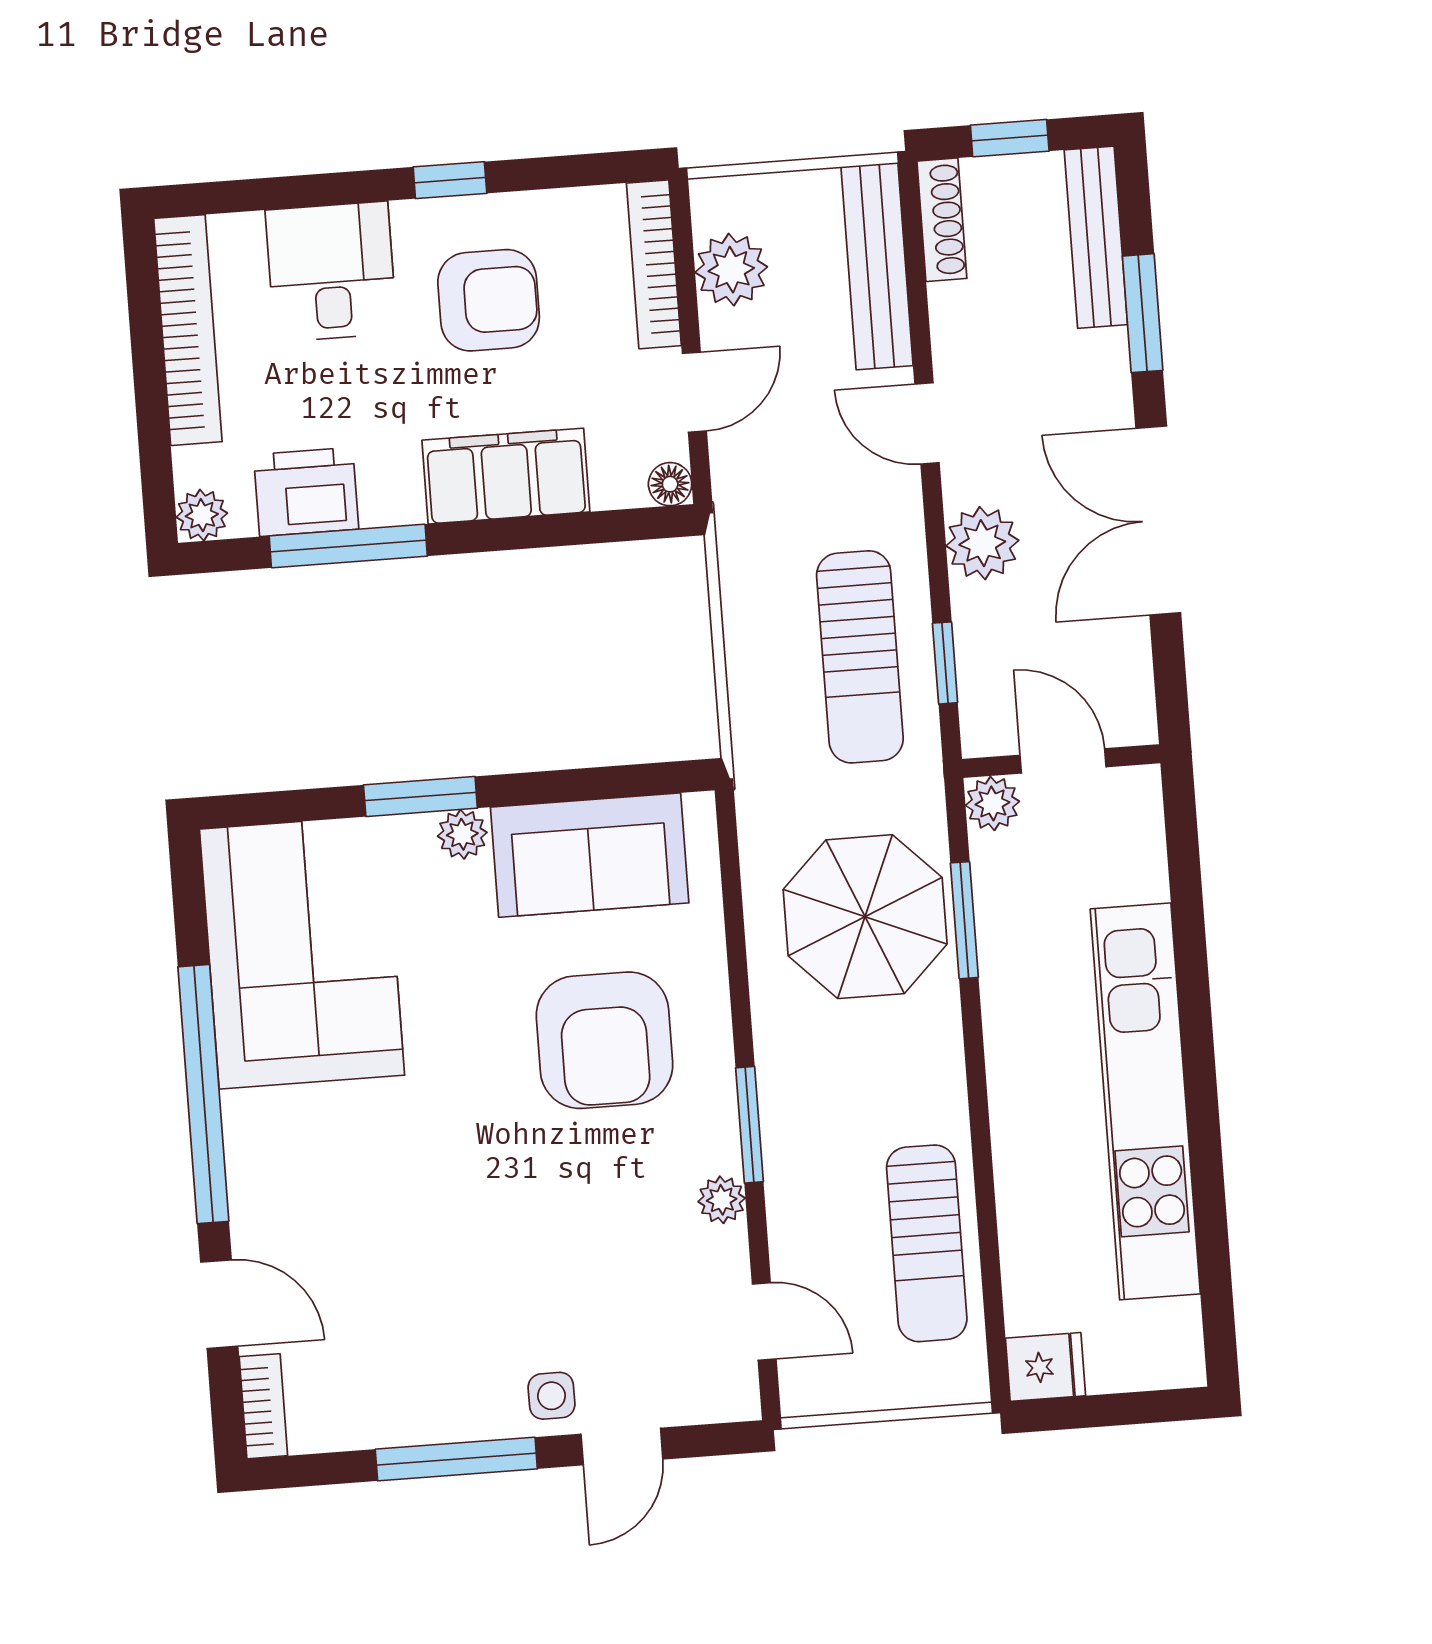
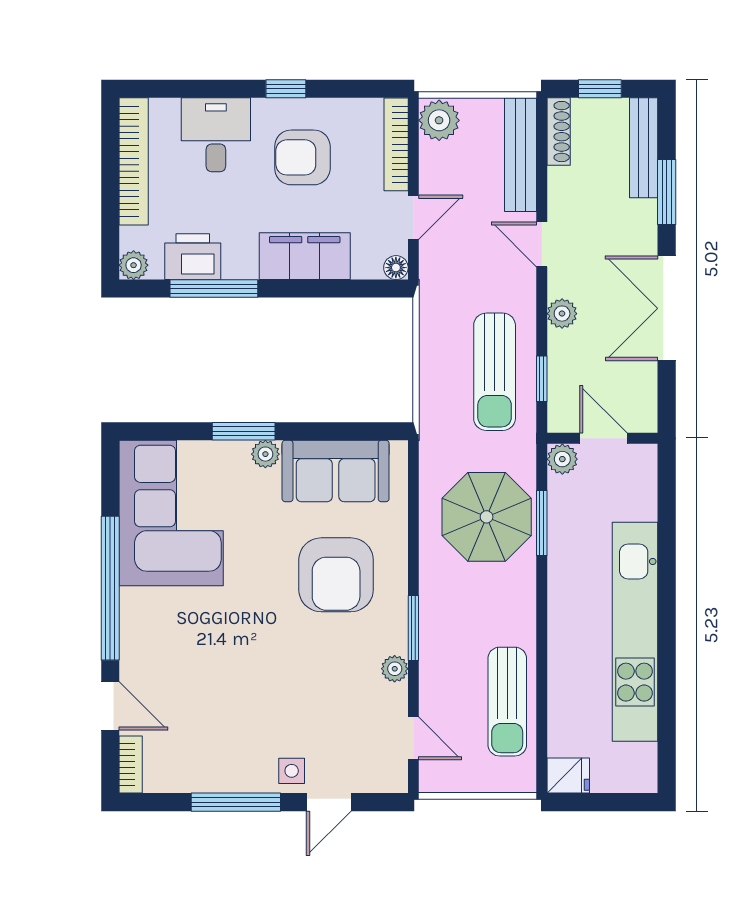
plant: (731, 270) -> (439, 120), moved
armchair: (489, 300) -> (302, 157), turned 180
plant: (982, 543) -> (562, 314), width x0.73, depth x0.73

